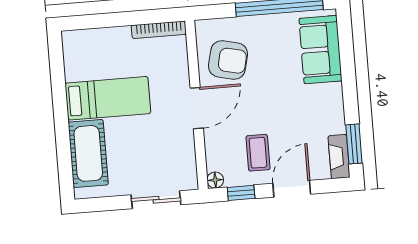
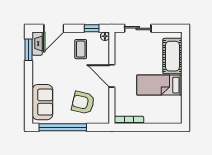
armchair: (228, 60) -> (83, 103), moved
door: (197, 108) -> (112, 76), hinge flipped
door: (292, 189) -> (54, 28), moved

